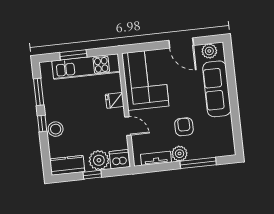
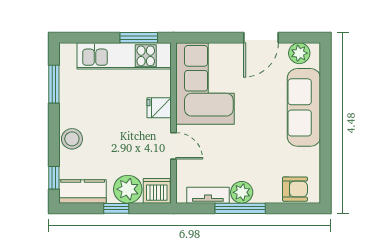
door: (181, 43) -> (261, 38), hinge flipped
window: (73, 55) -> (139, 38), moved
window: (42, 123) -> (54, 178), moved
armchair: (184, 127) -> (295, 189), moved, turned 90
window: (198, 163) -> (240, 208), moved

